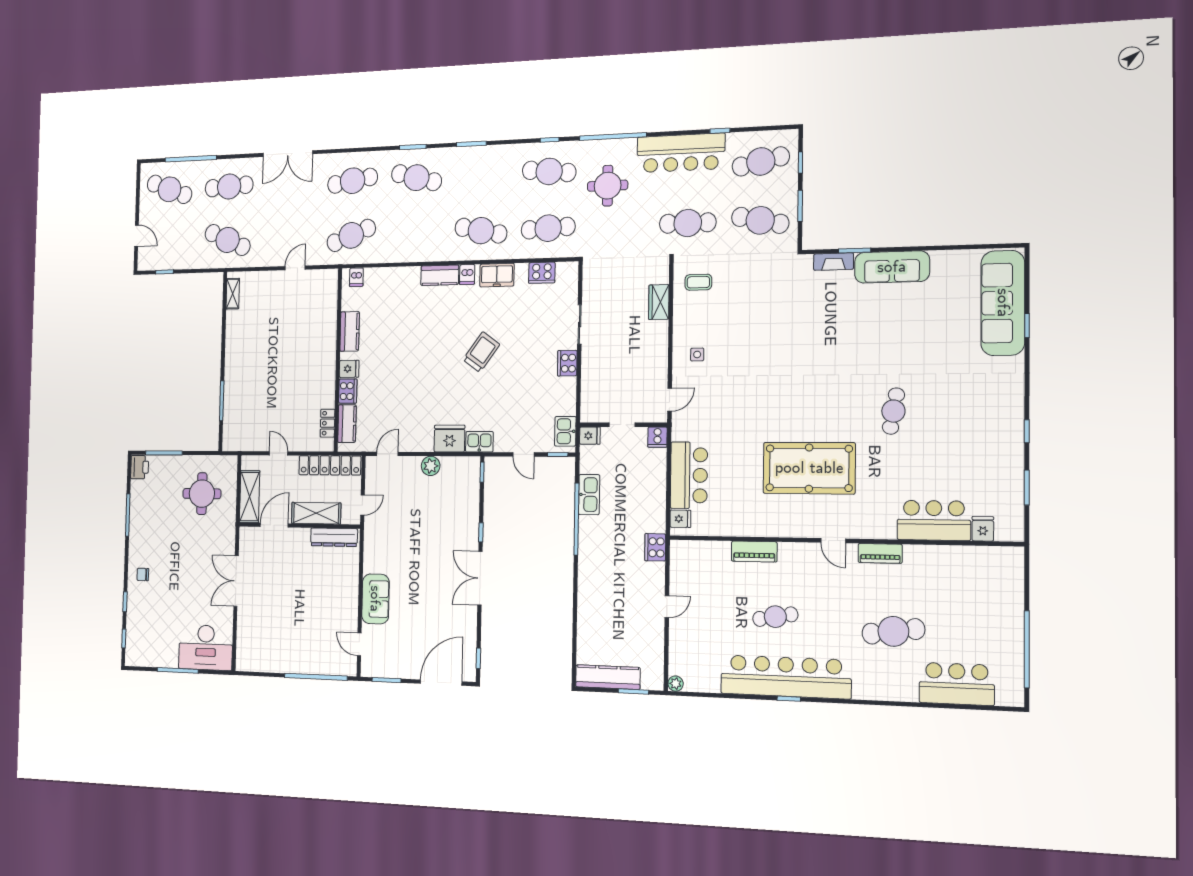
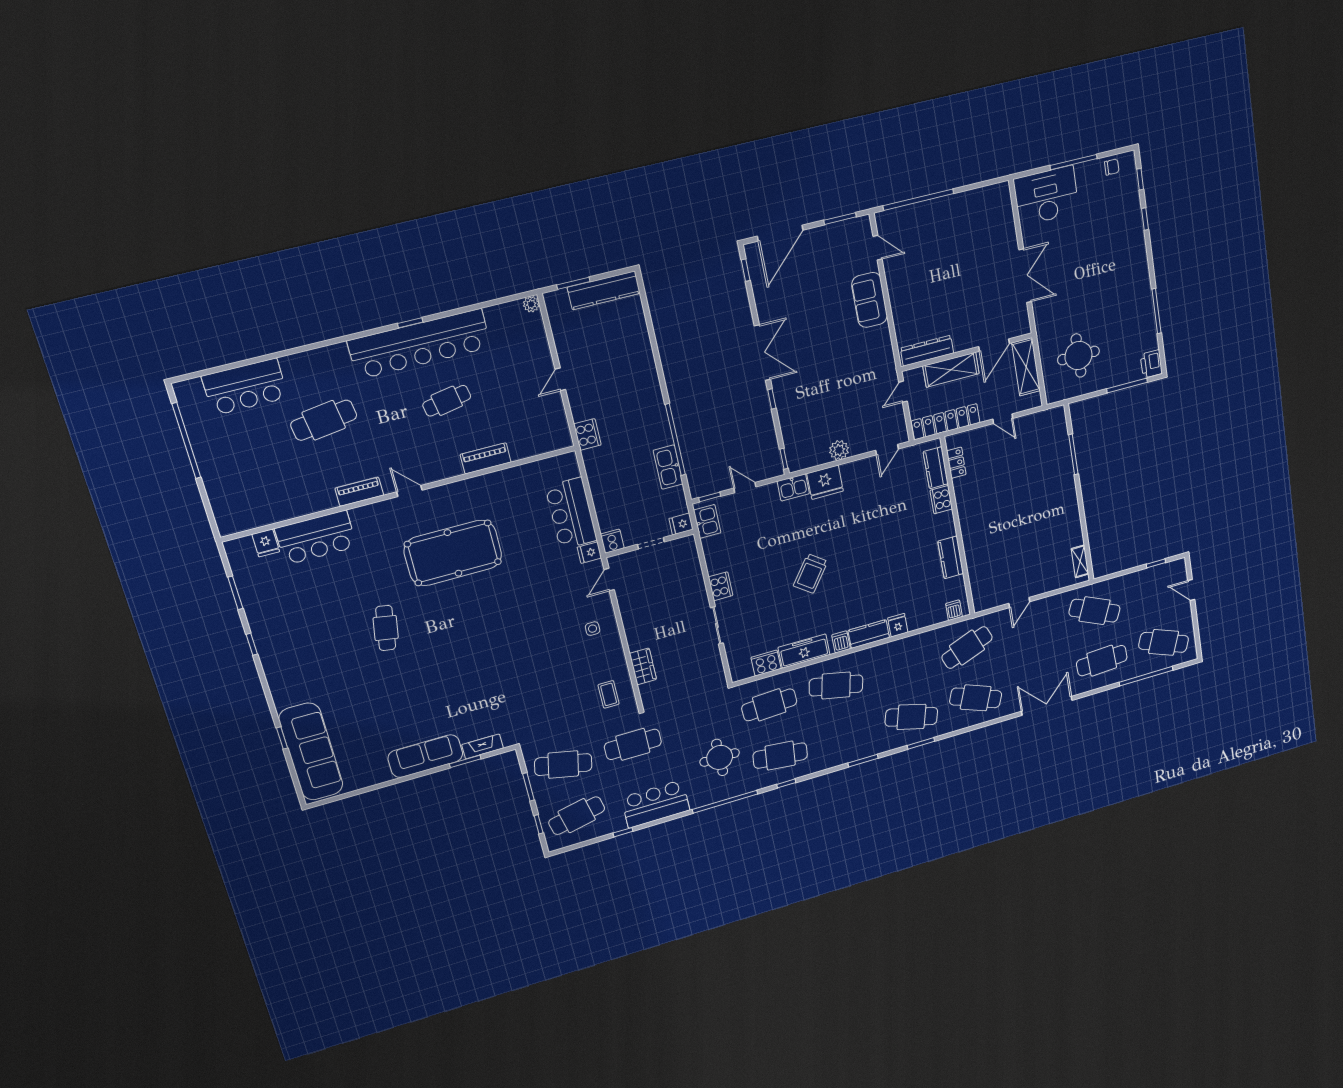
bar counter: (681, 153) -> (656, 804), width x0.73
cafe table: (353, 181) -> (976, 698), turned 30
freezer: (497, 275) -> (804, 651), width x1.40
coffee table: (698, 282) -> (609, 694), turned 90
fridge: (349, 369) -> (898, 625), moved, turned 90
fridge: (680, 519) -> (589, 553), moved
chair: (143, 574) -> (1112, 167), moved

